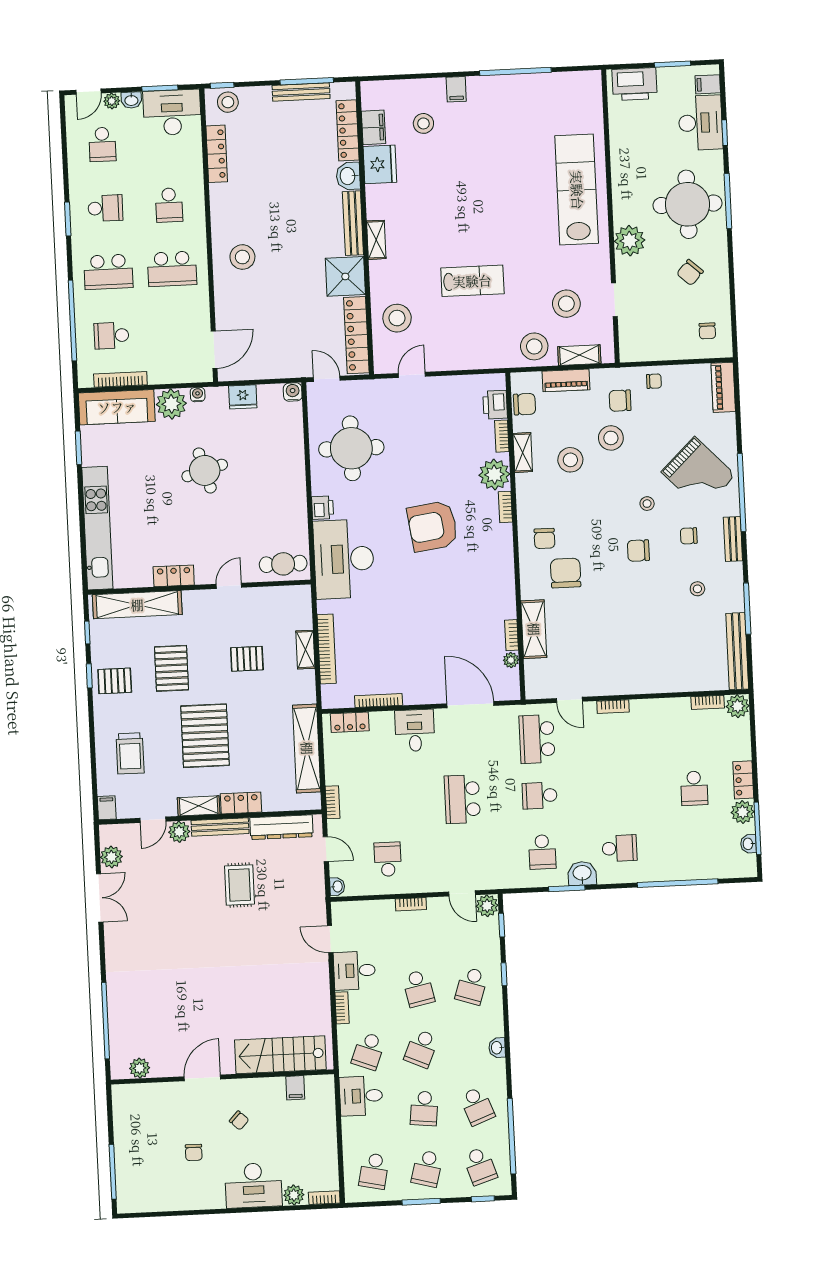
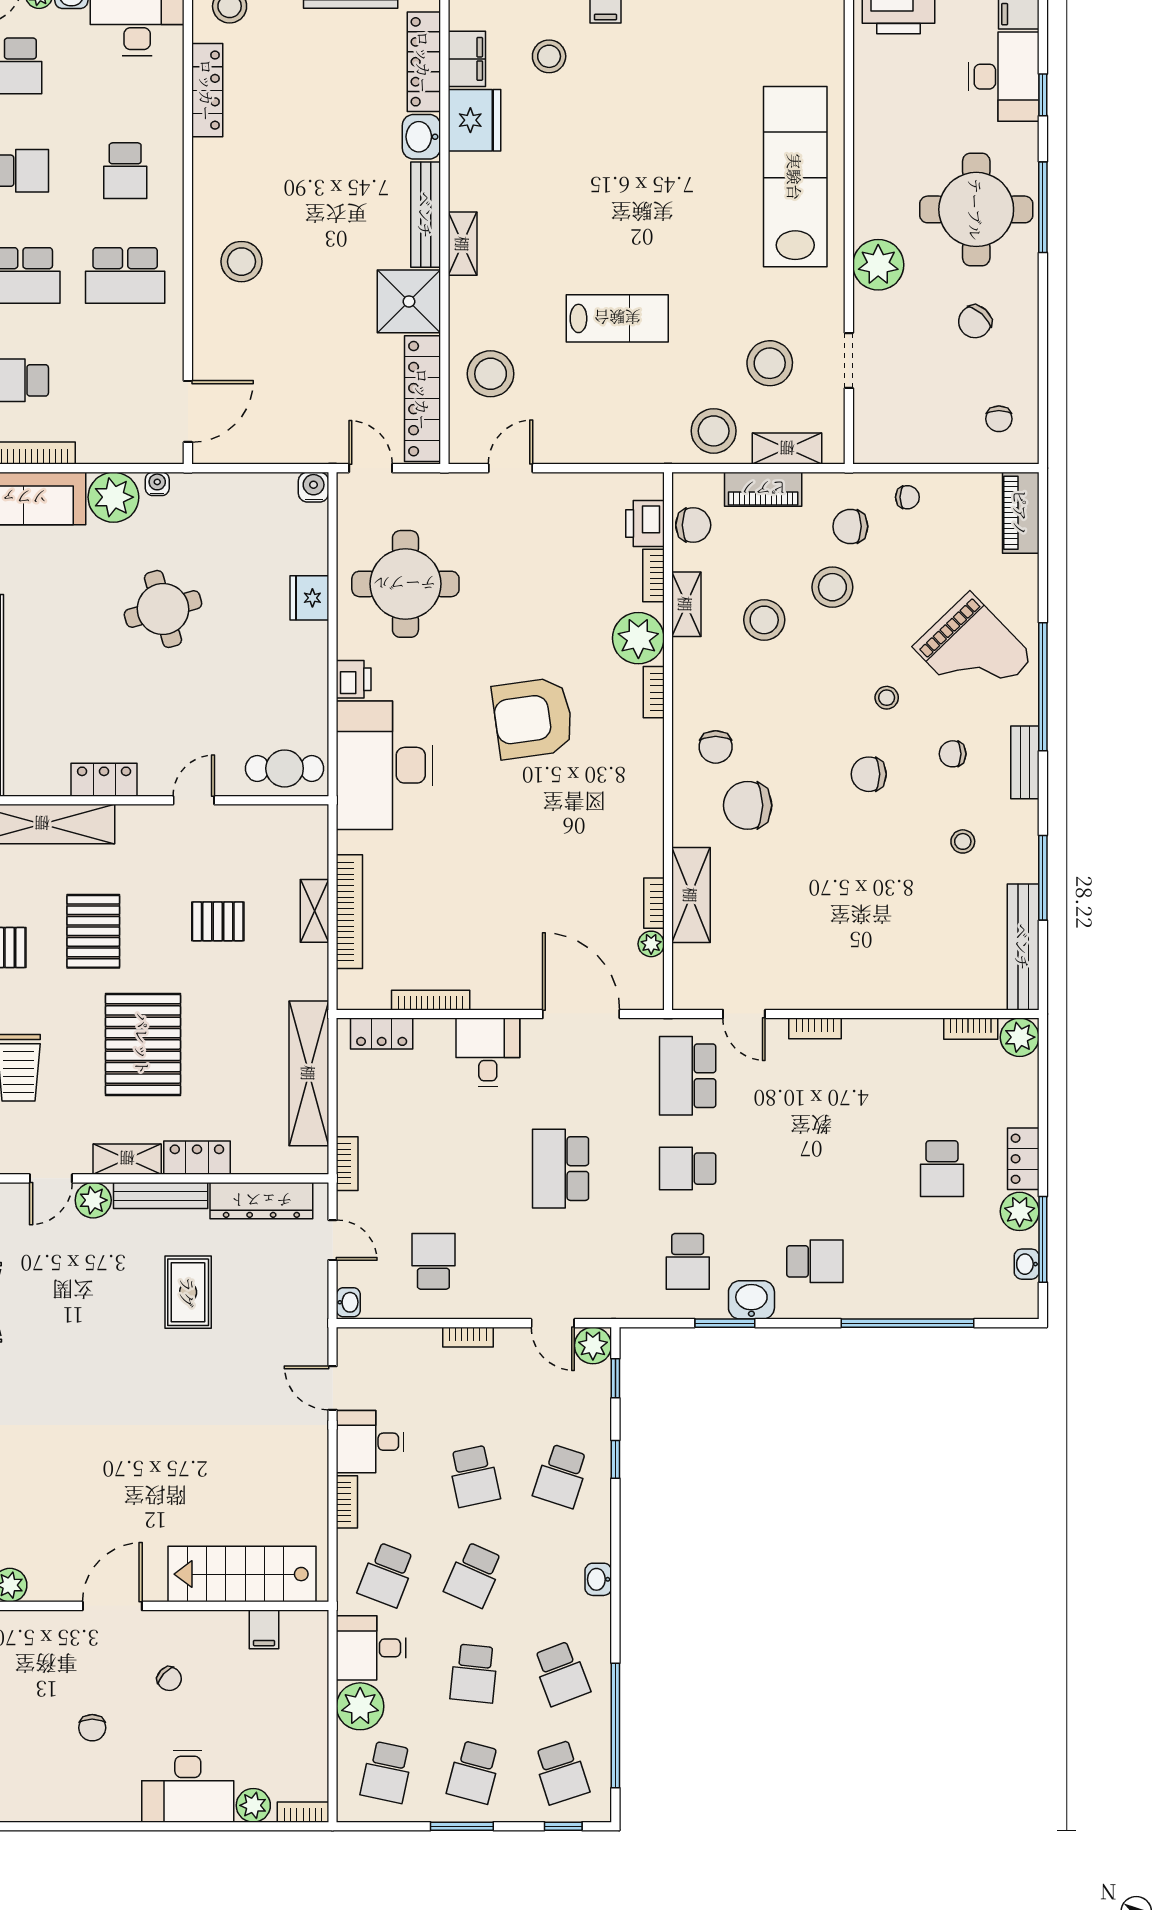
fridge: (243, 397) -> (309, 598), moved, turned 90
chair: (566, 573) -> (748, 805), turned -90
plant: (356, 1132) -> (360, 1706), added

